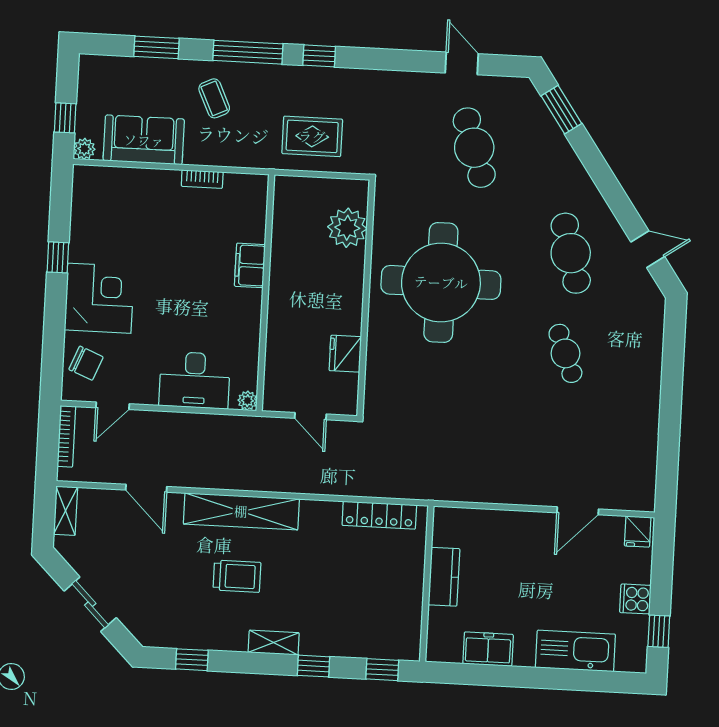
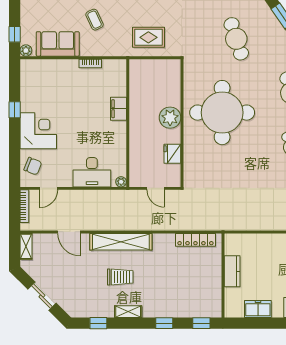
plant: (347, 228) -> (170, 118), moved
shelving: (274, 643) -> (128, 312), moved

